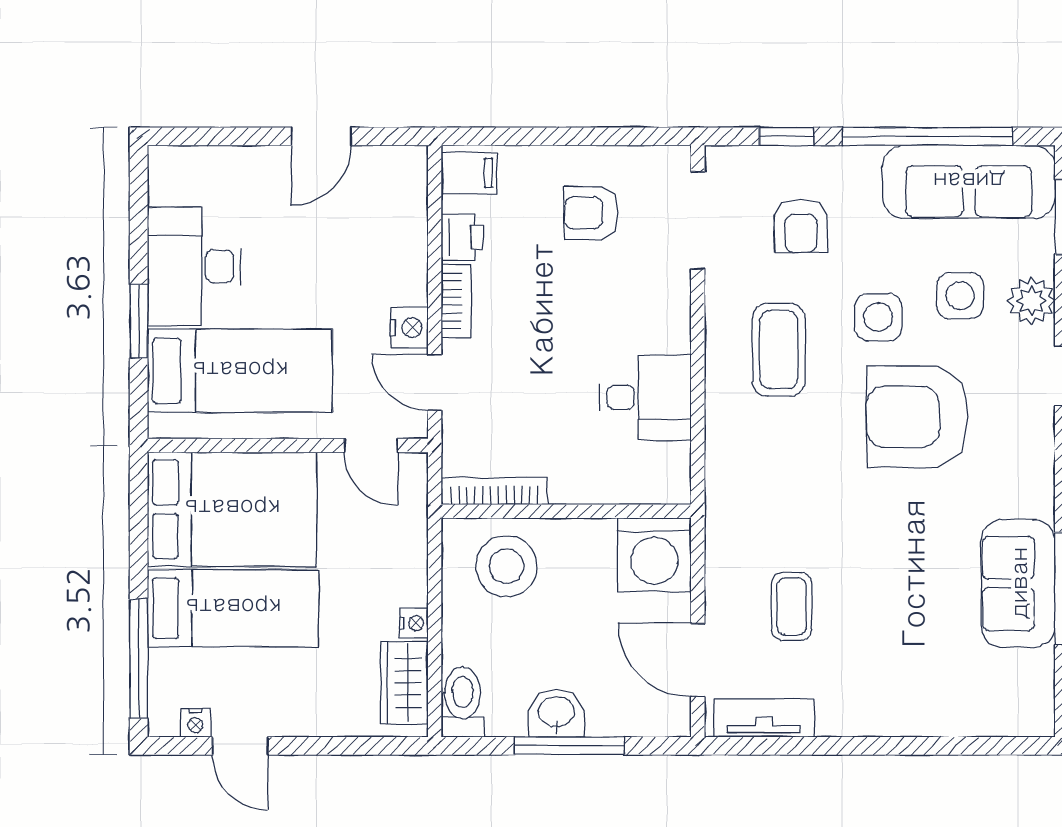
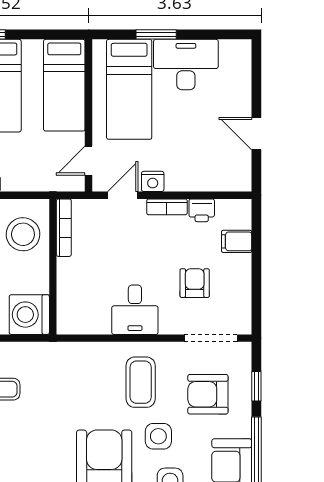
filing cabinet: (469, 173) -> (237, 241), moved, turned 90
armchair: (591, 213) -> (195, 283), moved
armchair: (801, 226) -> (208, 394), width x1.38, depth x1.38
coffee table: (779, 350) -> (141, 382), turned 90
desk: (645, 397) -> (135, 310), moved
bed: (232, 509) -> (64, 85), width x0.67

